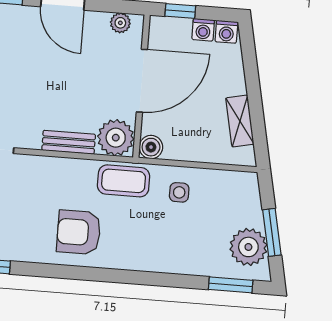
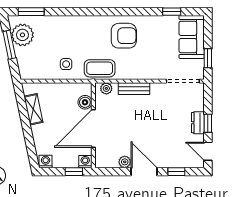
plant: (120, 23) -> (125, 162), moved
washing machine: (203, 30) -> (85, 162), moved
plant: (116, 138) -> (106, 88), width x0.53, depth x0.53
boiler: (151, 147) -> (85, 102), moved

